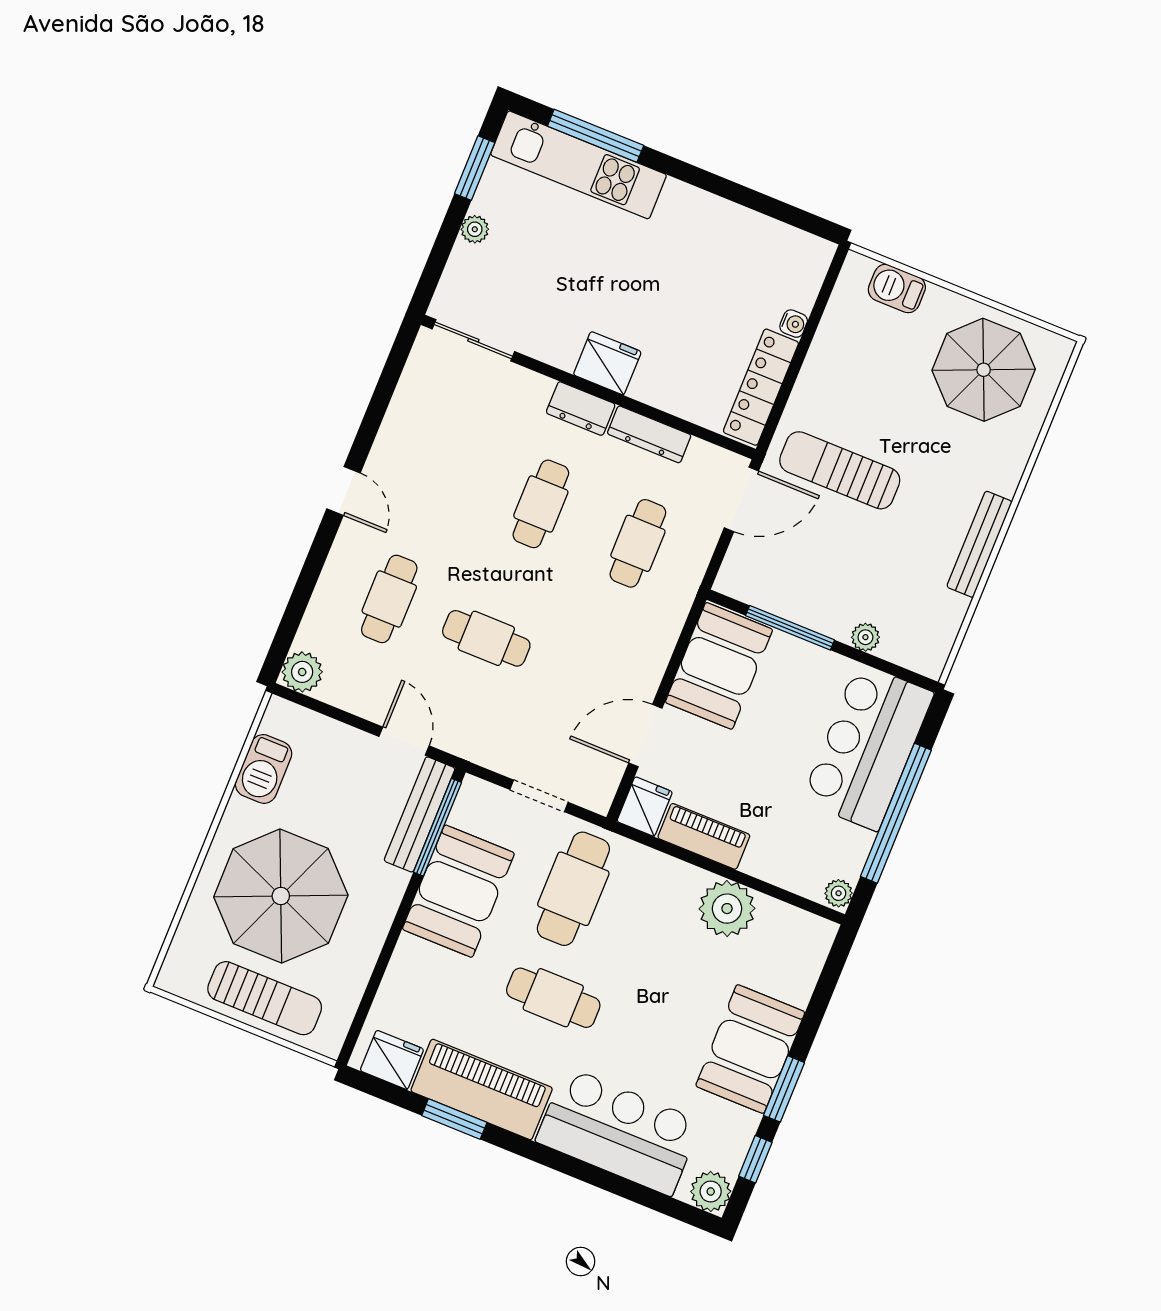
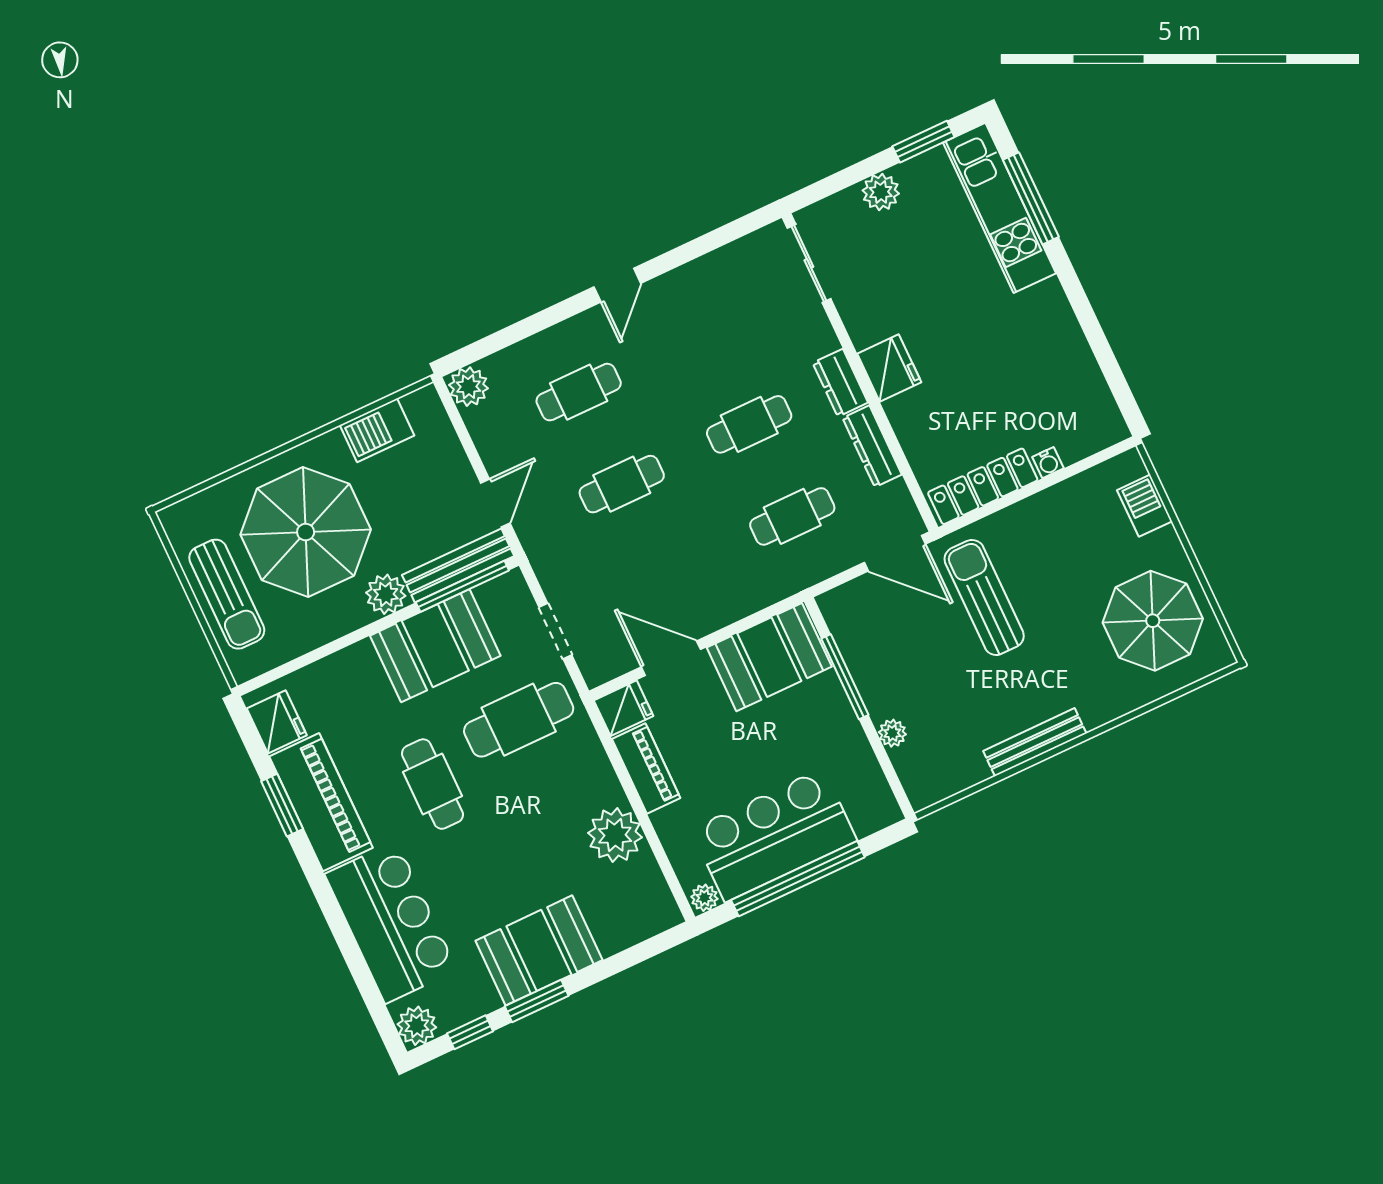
plant: (475, 229) -> (881, 192), width x1.38, depth x1.38
cafe table: (486, 638) -> (622, 484), turned 90
bar counter: (868, 747) -> (774, 835), moved
plant: (385, 887) -> (386, 594), added

